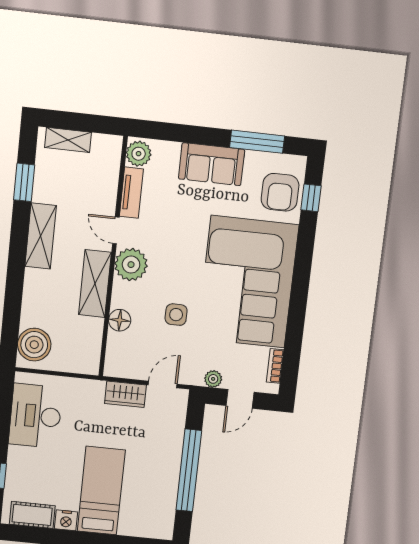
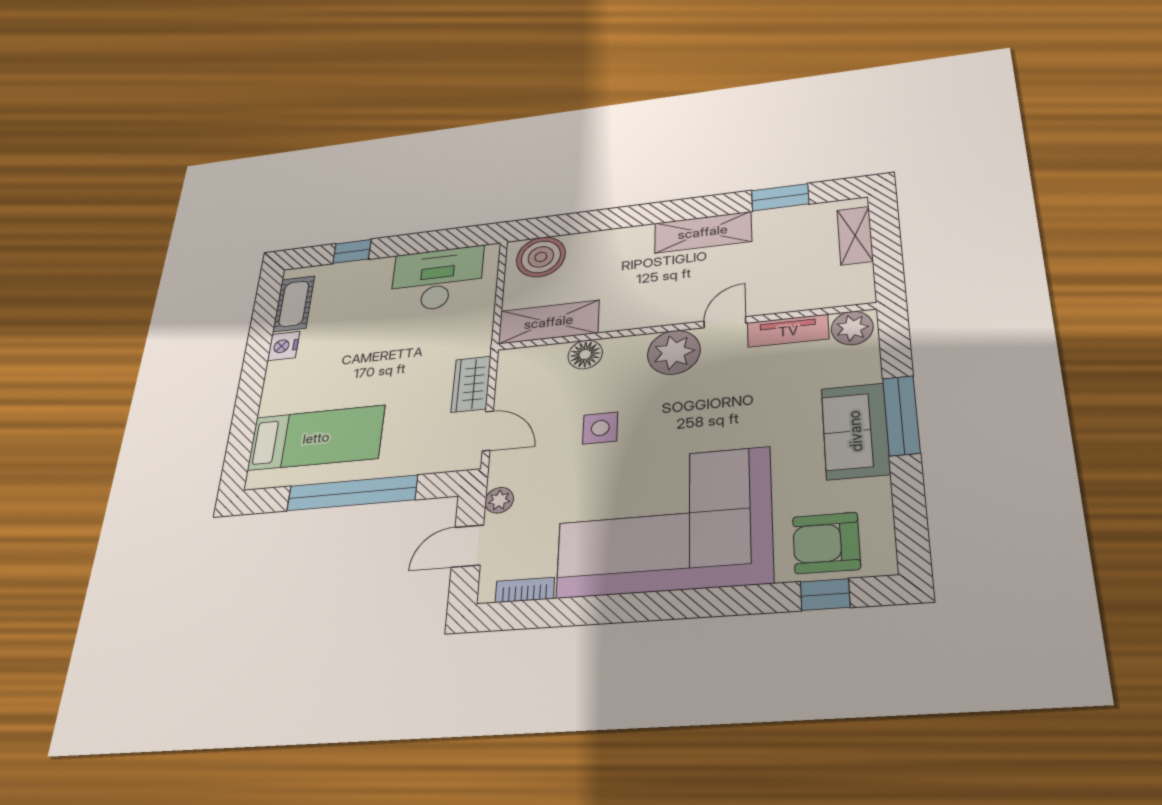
window: (257, 142) -> (901, 415), moved
shelving: (95, 284) -> (549, 322), moved
door: (240, 399) -> (468, 546), hinge flipped
bed: (101, 491) -> (316, 438), moved

